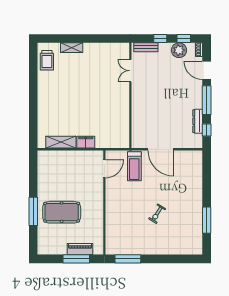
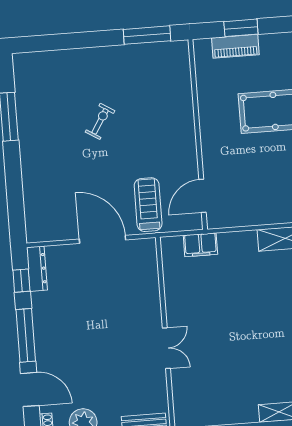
double door: (130, 71) -> (166, 348), moved
dresser: (198, 121) -> (37, 269), moved
filing cabinet: (86, 142) -> (200, 245), moved
window: (76, 259) -> (241, 28), width x0.69

